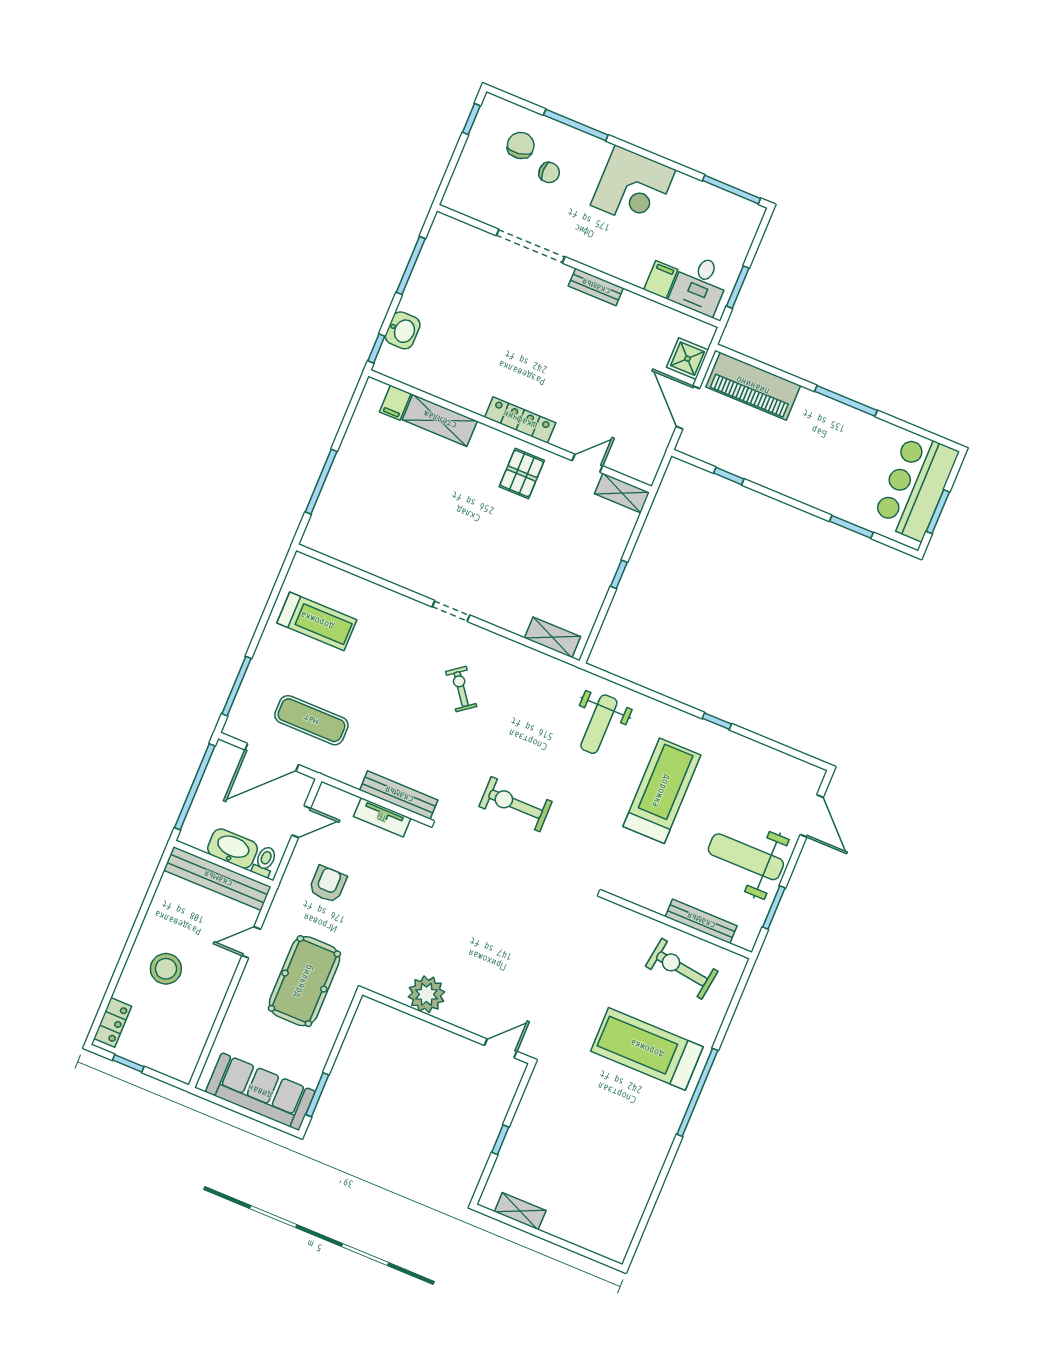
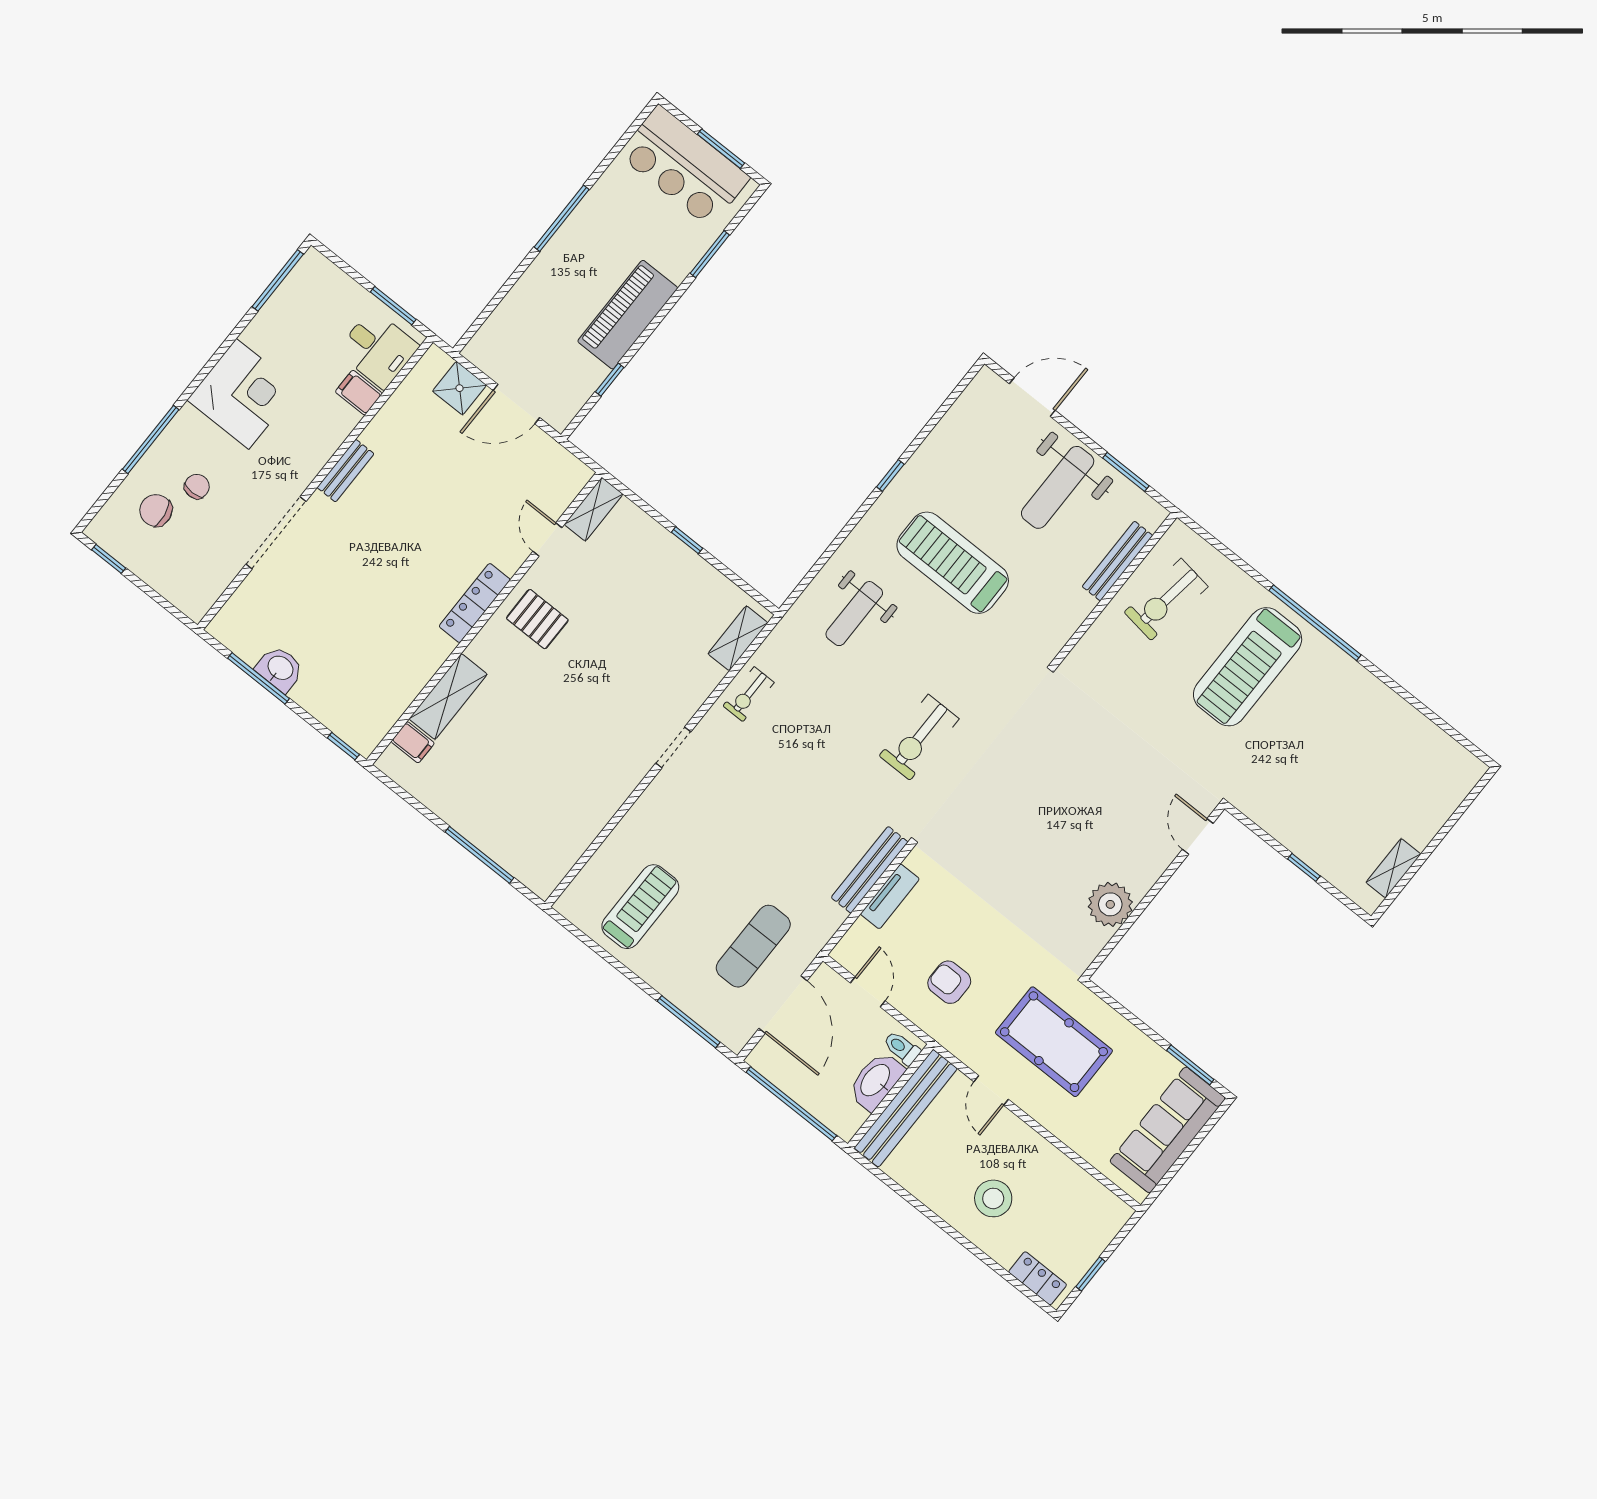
washbasin: (403, 330) -> (280, 669), moved
piano: (753, 386) -> (628, 315), moved, turned 180
exercise bike: (461, 689) -> (749, 694), moved, turned -53
weight bench: (599, 724) -> (854, 614), turned 90

